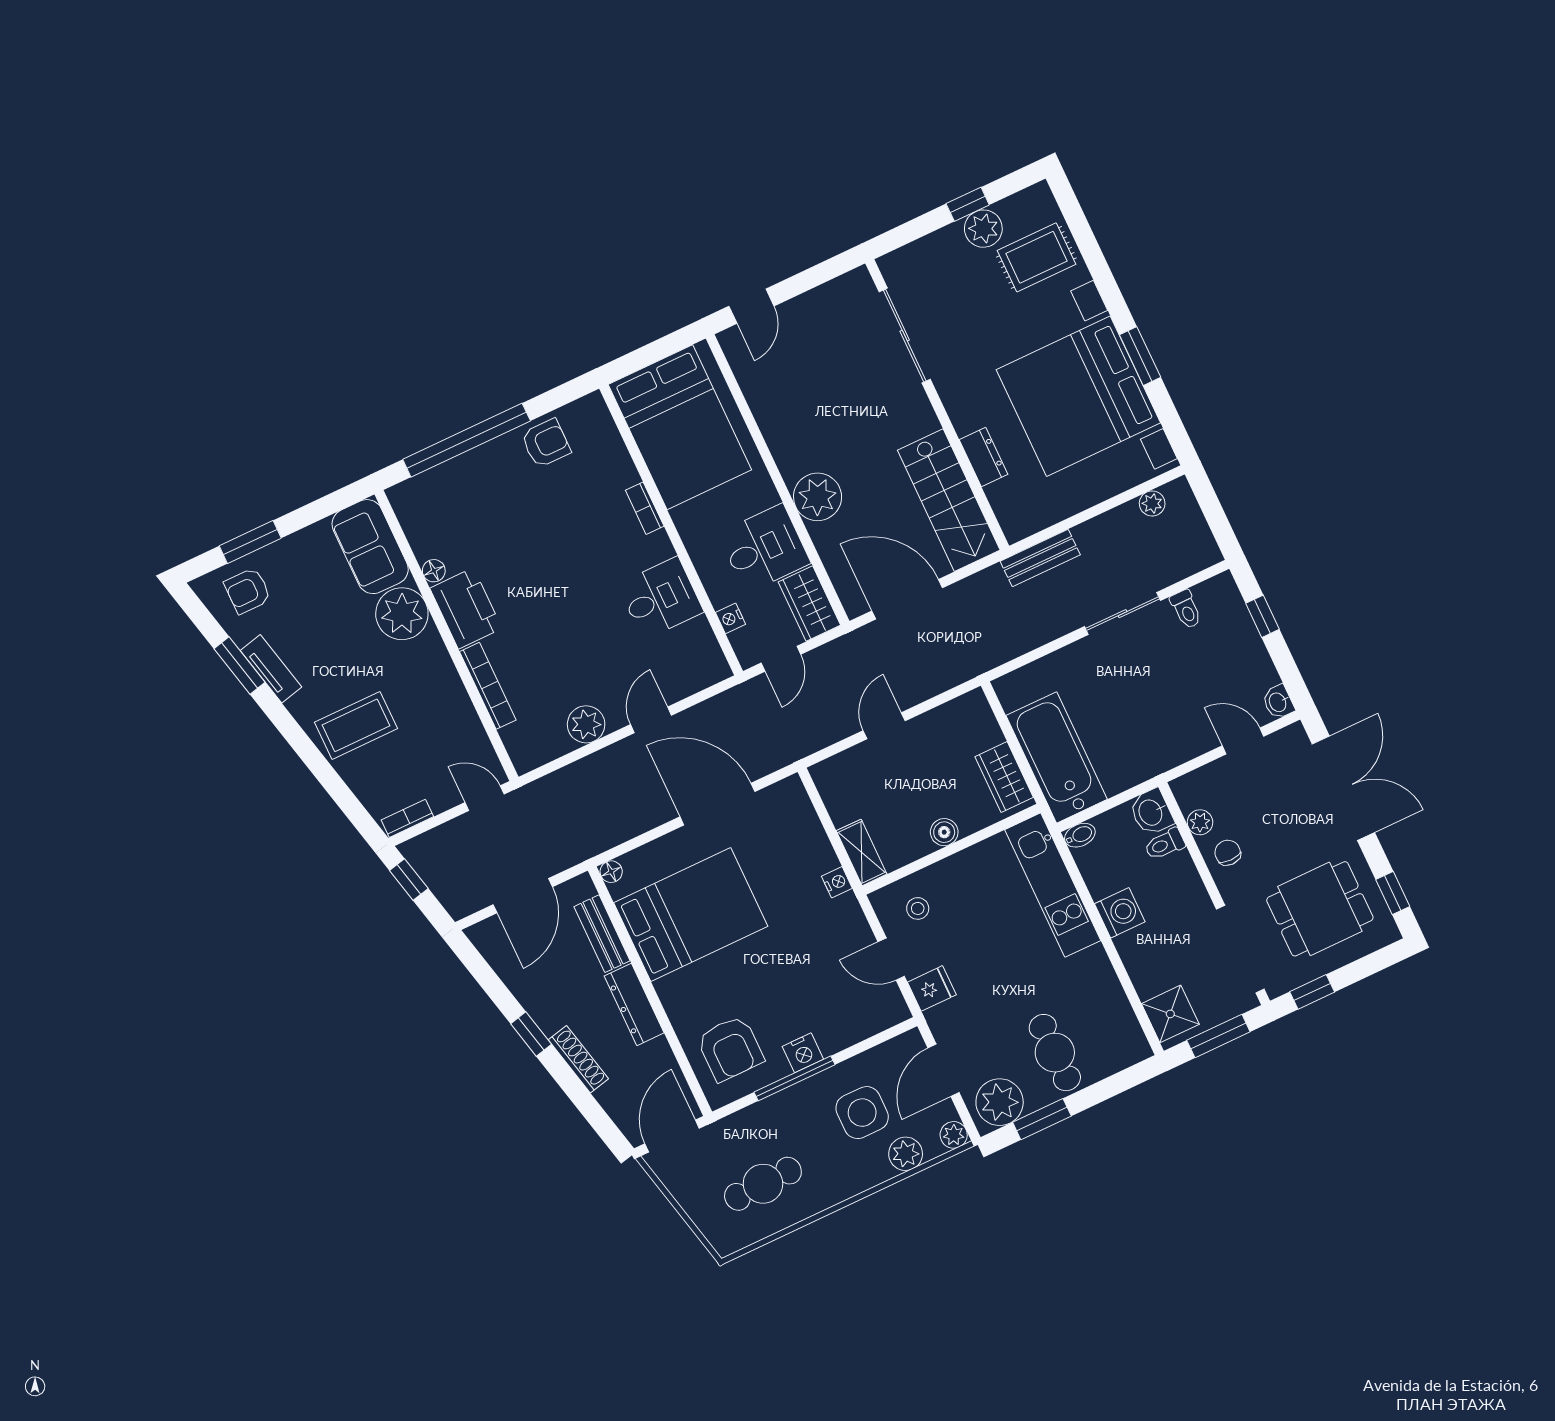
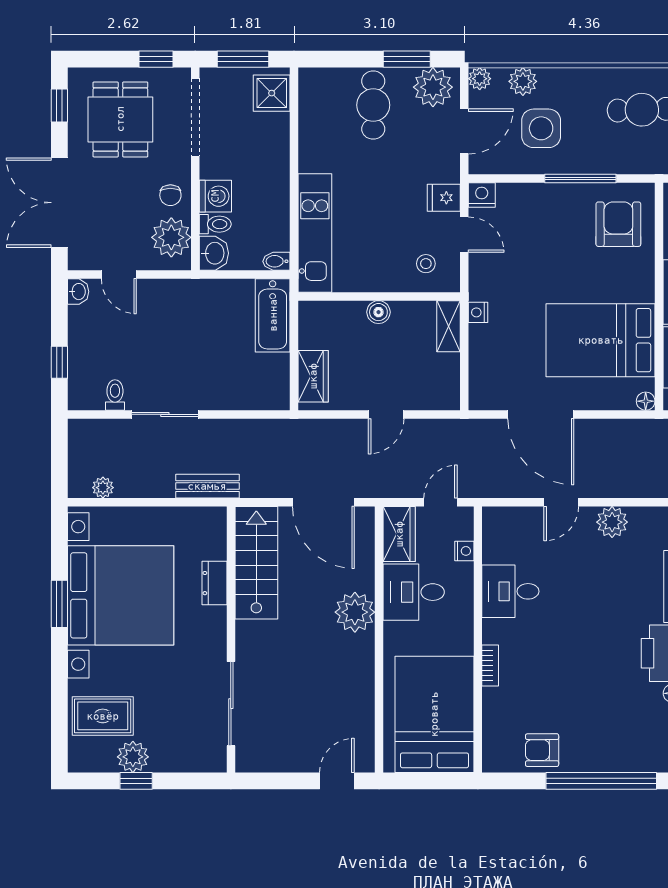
bathtub: (1057, 757) -> (273, 315), width x0.73, depth x0.73
wardrobe: (1004, 777) -> (313, 376), moved
plant: (1200, 822) -> (171, 237), width x1.88, depth x1.88
dining table: (1320, 909) -> (120, 119), turned 90
washing machine: (1120, 913) -> (215, 196), moved, turned 180
nightstand: (803, 1053) -> (482, 195), moved

